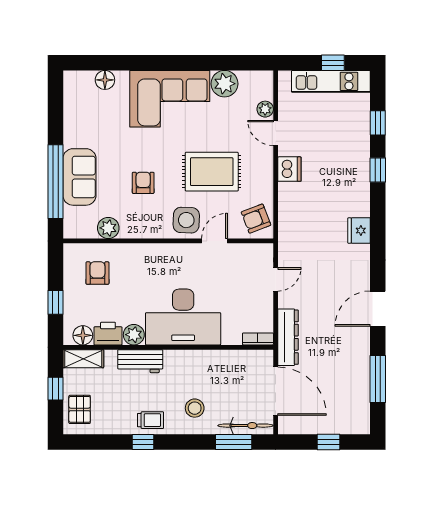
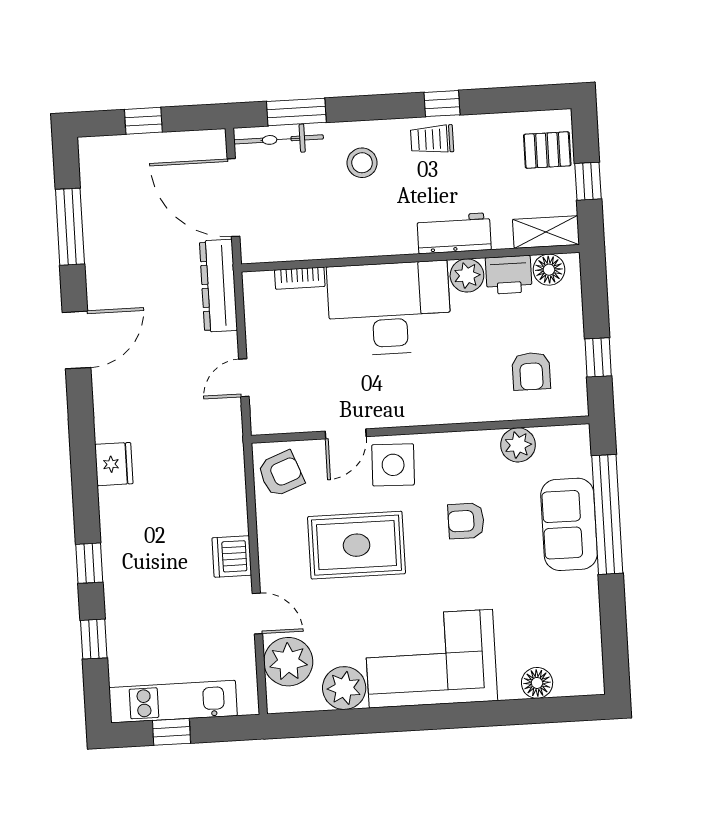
plant: (265, 109) -> (288, 662), width x1.87, depth x1.87
armchair: (143, 183) -> (466, 521), turned 90
window: (56, 302) -> (598, 357), moved
bookcase: (258, 339) -> (300, 278), moved
pallet: (80, 409) -> (547, 150), turned 90

